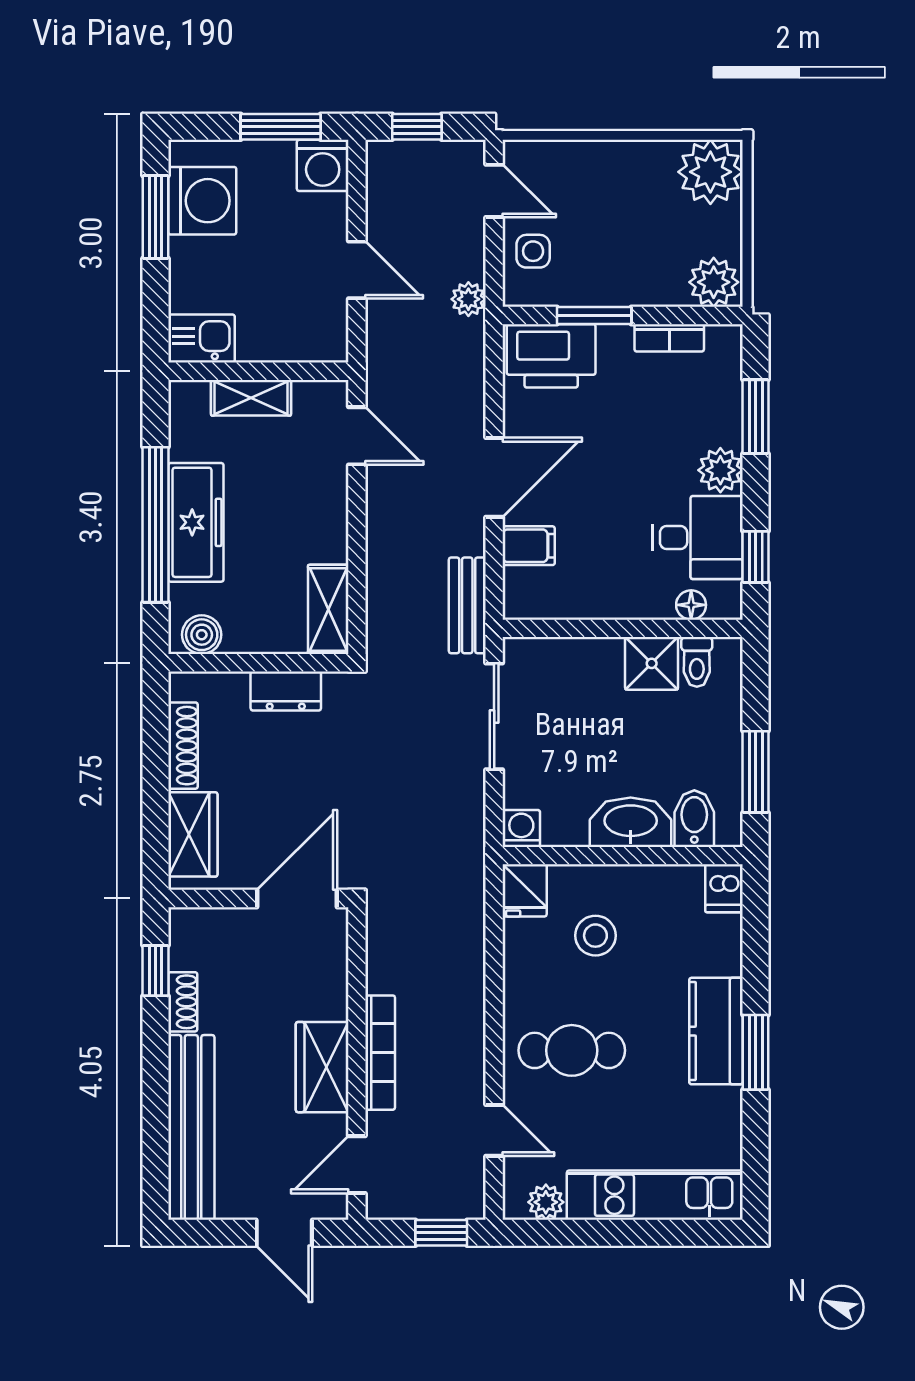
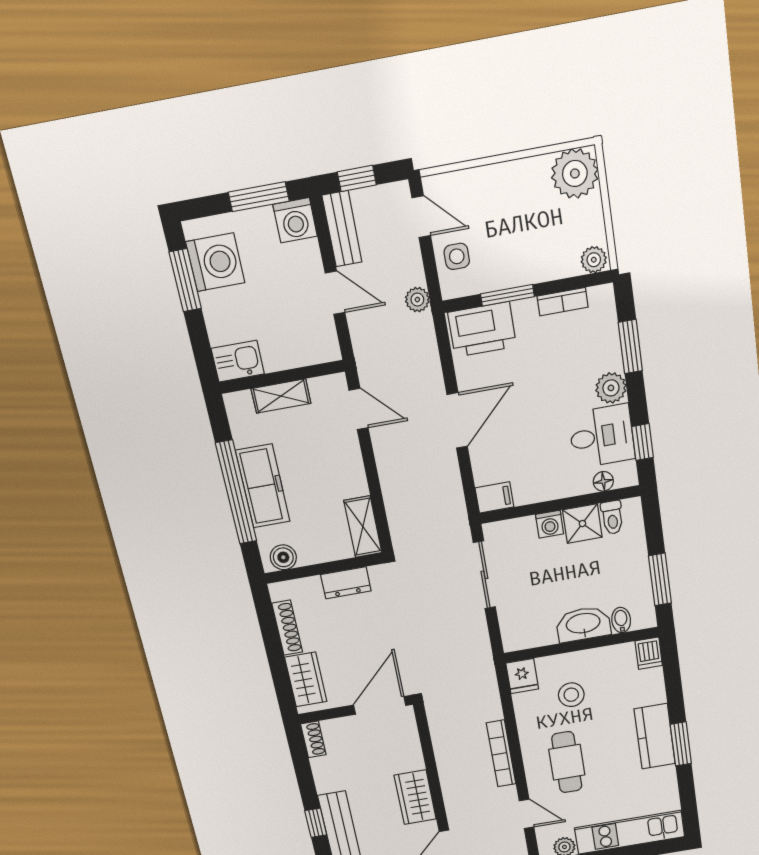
plant: (714, 282) -> (594, 260), width x0.73, depth x0.73
filing cabinet: (529, 546) -> (494, 497), moved
bench: (467, 605) -> (342, 229), moved
bidet: (694, 819) -> (621, 620), width x0.72, depth x0.74
washing machine: (521, 828) -> (550, 524), moved, turned 180
window: (155, 971) -> (316, 823), moved
shoe rack: (183, 1002) -> (313, 739), moved
cafe table: (572, 1050) -> (567, 762), turned 90
bookcase: (380, 1053) -> (501, 754), moved, turned 180

